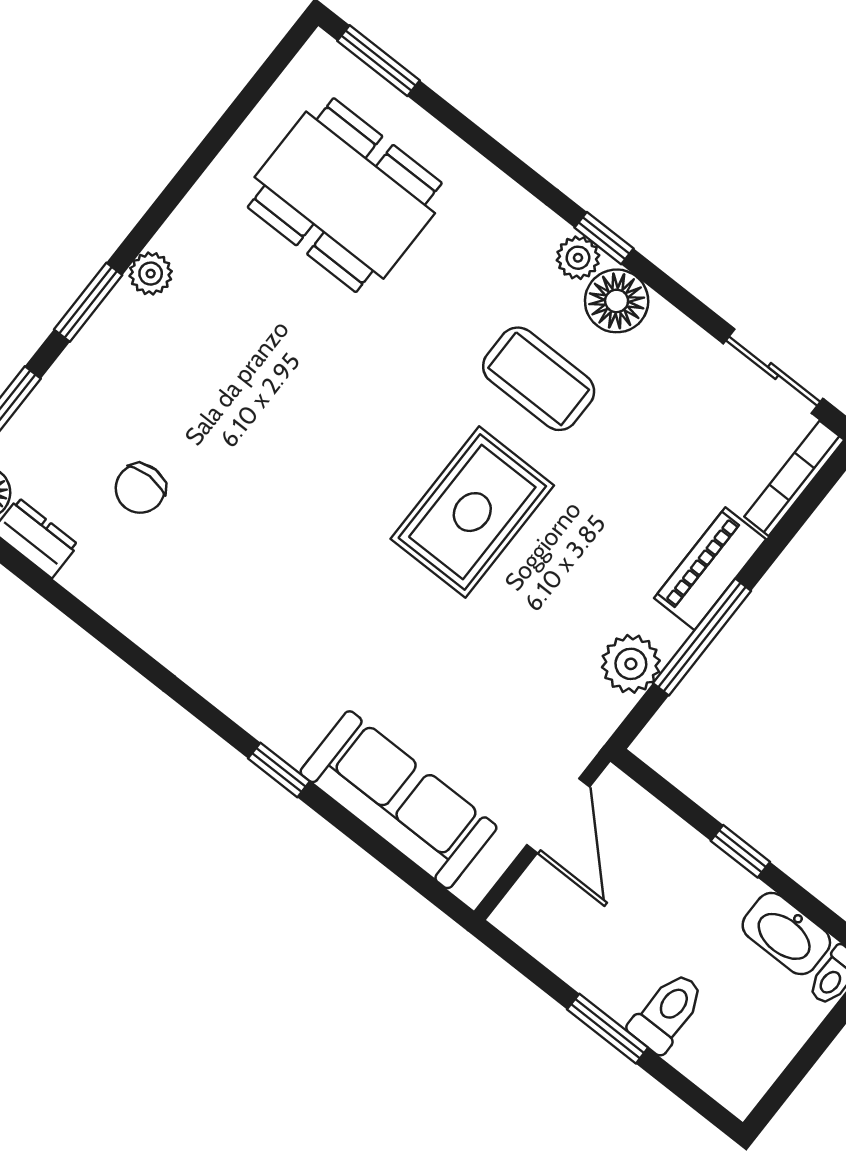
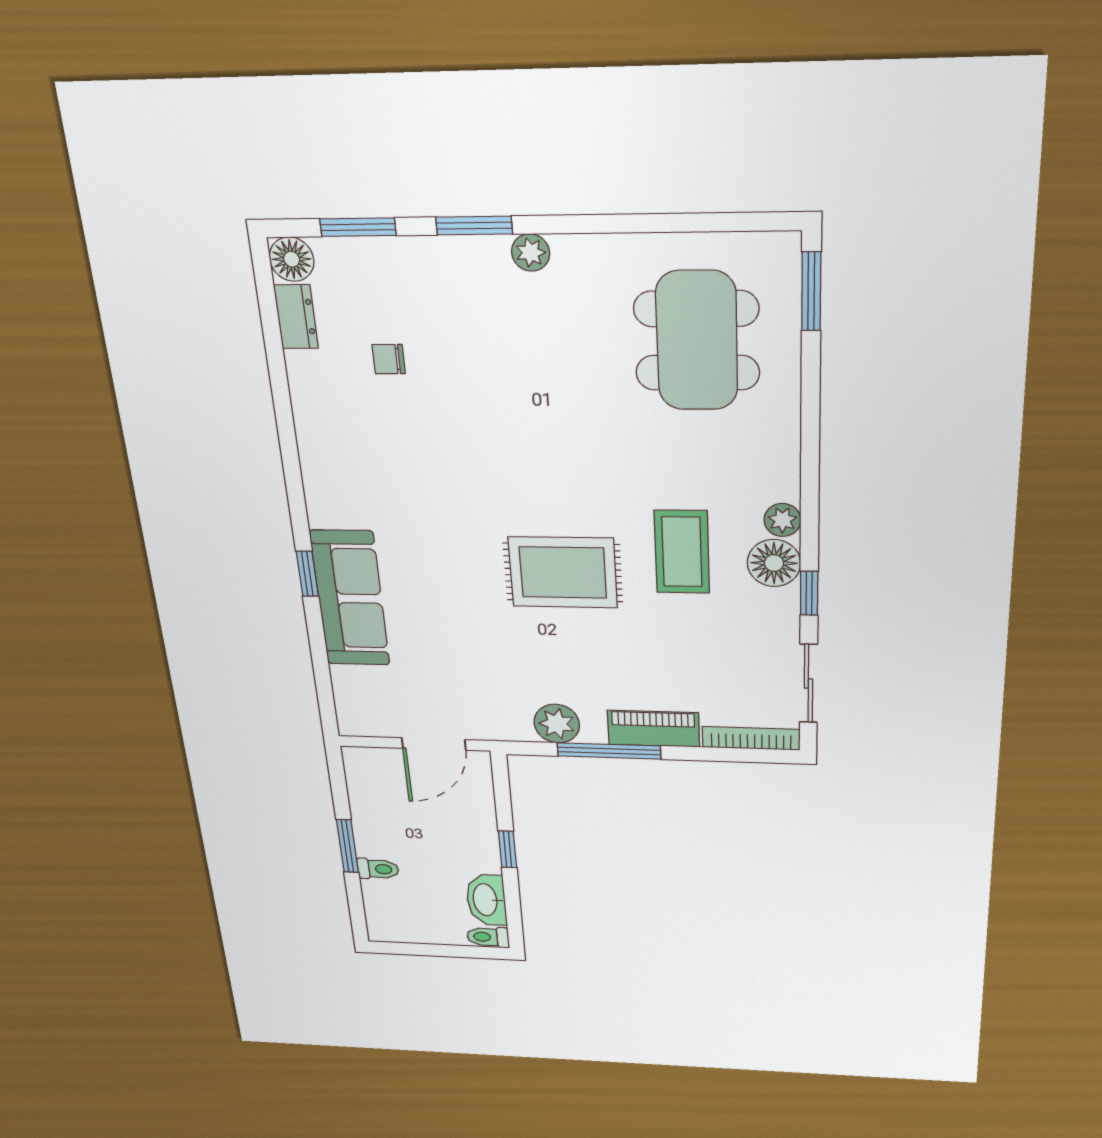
window: (604, 238) -> (809, 593), moved
chair: (140, 488) -> (389, 359), width x0.73, depth x0.73
sofa: (399, 800) -> (350, 598), moved
toilet: (667, 1012) -> (378, 869), width x0.73, depth x0.72

